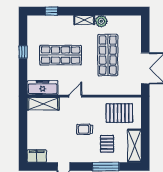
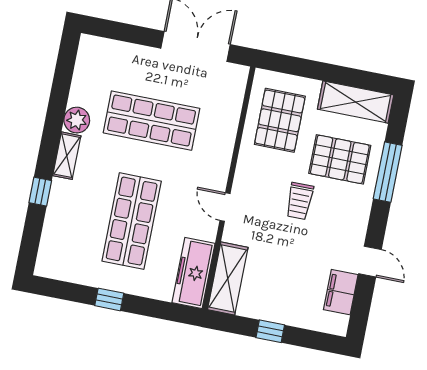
window: (51, 11) -> (40, 192), moved
window: (23, 128) -> (270, 331), added
pallet: (107, 144) -> (340, 159), width x1.50, depth x1.42
filing cabinet: (37, 156) -> (341, 292), moved

